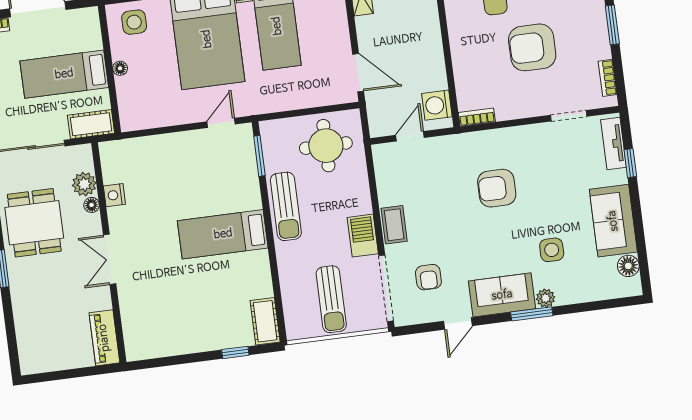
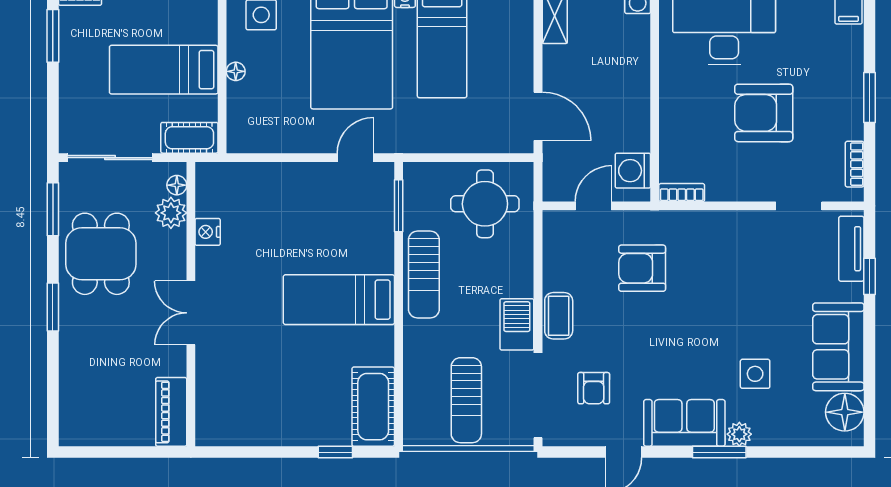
armchair: (497, 188) -> (642, 268), moved
floor lamp: (92, 205) -> (177, 185), moved
floor lamp: (628, 266) -> (845, 412), width x1.38, depth x1.38
cot: (265, 321) -> (373, 407), width x1.37, depth x1.34

